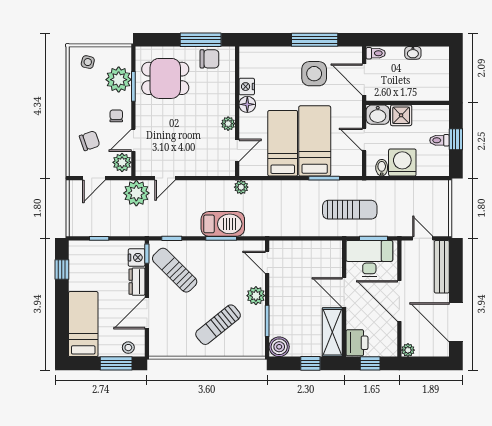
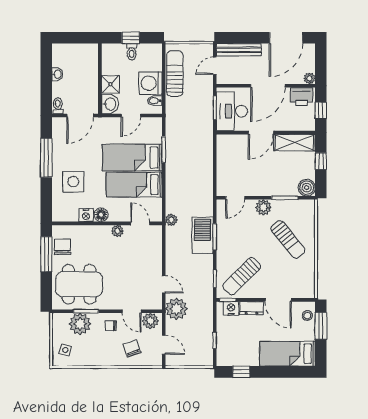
side table: (314, 74) -> (73, 182), moved
dining table: (165, 78) -> (79, 284), width x1.38
sun lounger: (350, 210) -> (175, 73), moved
printer: (357, 343) -> (302, 97), moved, turned 180

